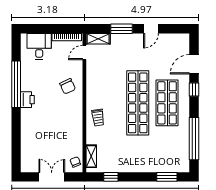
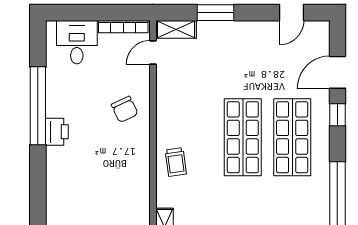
door: (151, 29) -> (291, 13), moved
shop shelf: (138, 103) -> (243, 137), width x0.71

